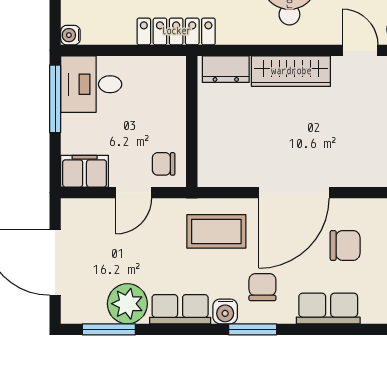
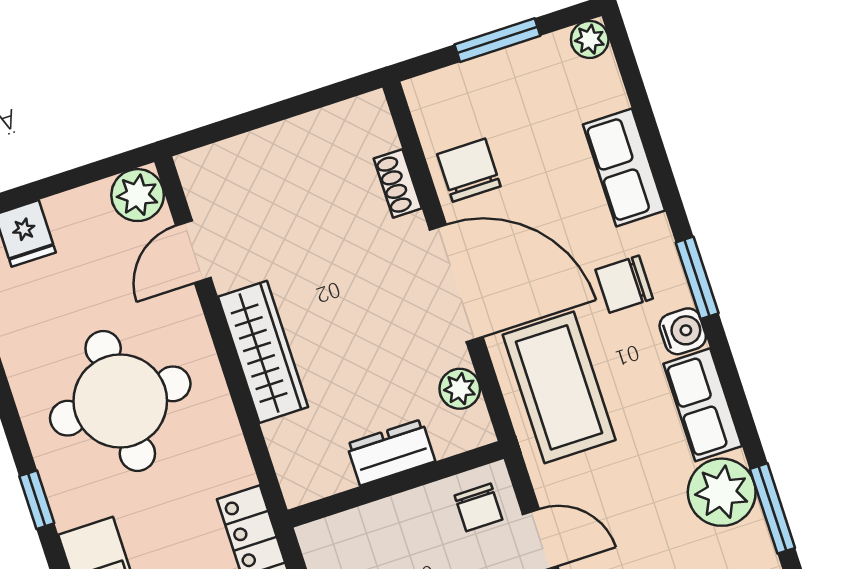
dresser: (226, 69) -> (391, 453), moved, turned -90
plant: (234, 175) -> (460, 389), added
shoe rack: (361, 178) -> (398, 183), added
coffee table: (216, 231) -> (559, 387), width x1.36, depth x1.32
chair: (345, 245) -> (469, 170), moved

